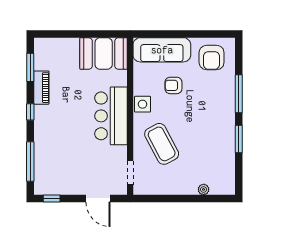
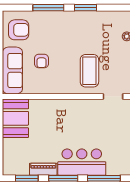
side table: (143, 104) -> (57, 86), removed
window: (30, 112) -> (63, 178), width x2.17
bar counter: (111, 116) -> (82, 162), moved, turned 180
coffee table: (162, 144) -> (89, 71), turned -62

